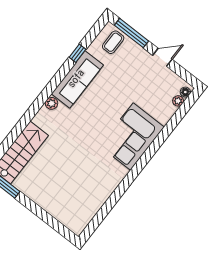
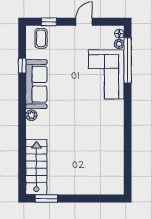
window: (131, 33) -> (49, 22), width x0.46
window: (174, 121) -> (128, 60), added
corner sofa: (132, 137) -> (106, 74), moved

